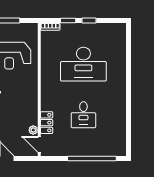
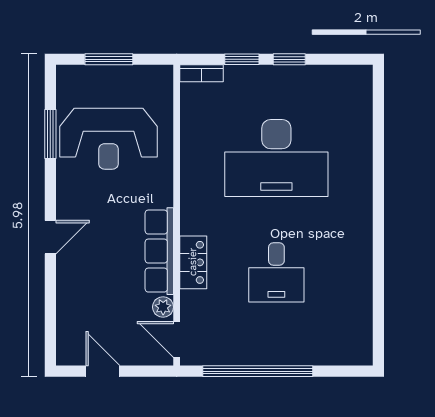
row of seats: (32, 105) -> (159, 251), added
locker: (47, 123) -> (193, 262), moved
window: (92, 158) -> (258, 371), moved

